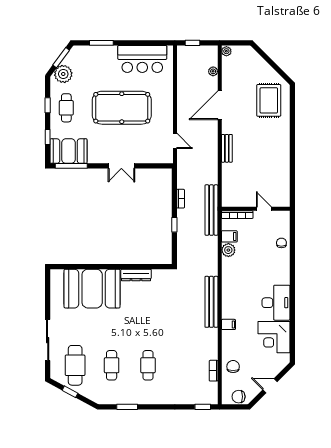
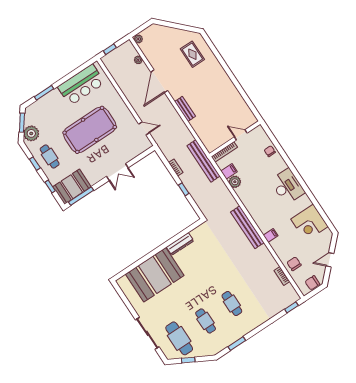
rug: (269, 100) -> (192, 54), width x0.73, depth x0.70
desk: (276, 303) -> (287, 186), moved

